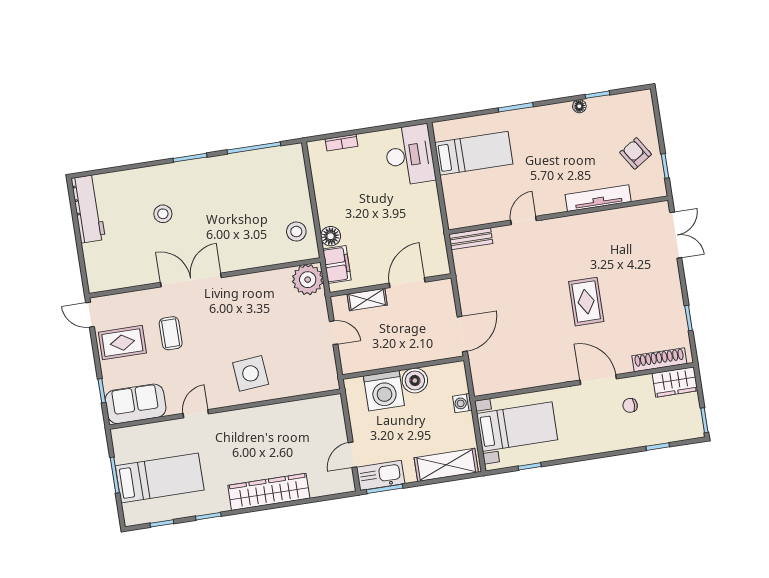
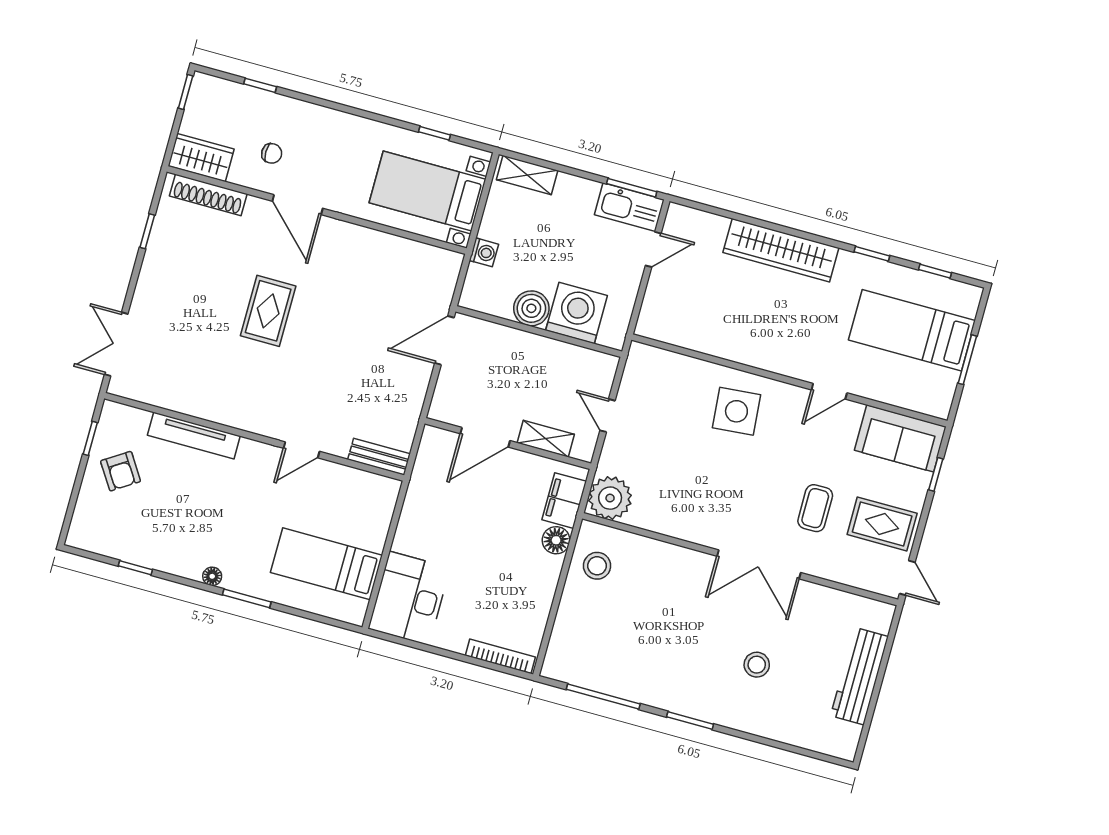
floor lamp: (579, 106) -> (212, 576), moved
bookcase: (342, 143) -> (500, 656), width x1.56
workbench: (88, 209) -> (859, 676), moved
shelving: (446, 465) -> (527, 175), width x0.67, depth x0.75

